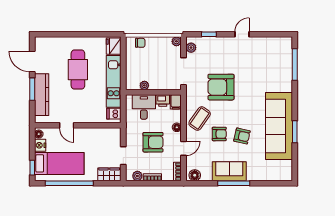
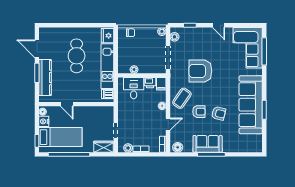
door: (242, 34) -> (219, 25), swing flipped
corner sofa: (276, 60) -> (248, 48), added
armchair: (153, 142) -> (142, 119), removed

